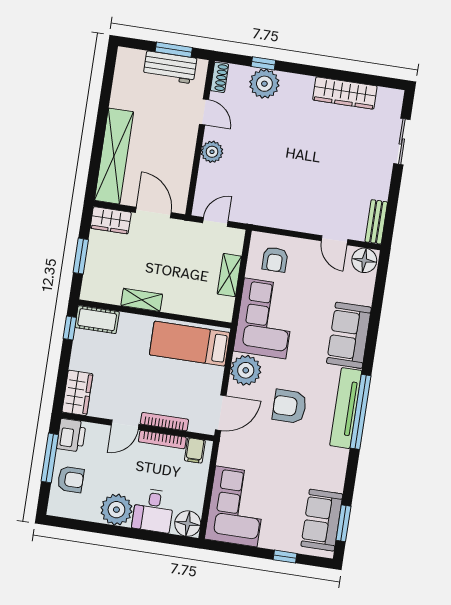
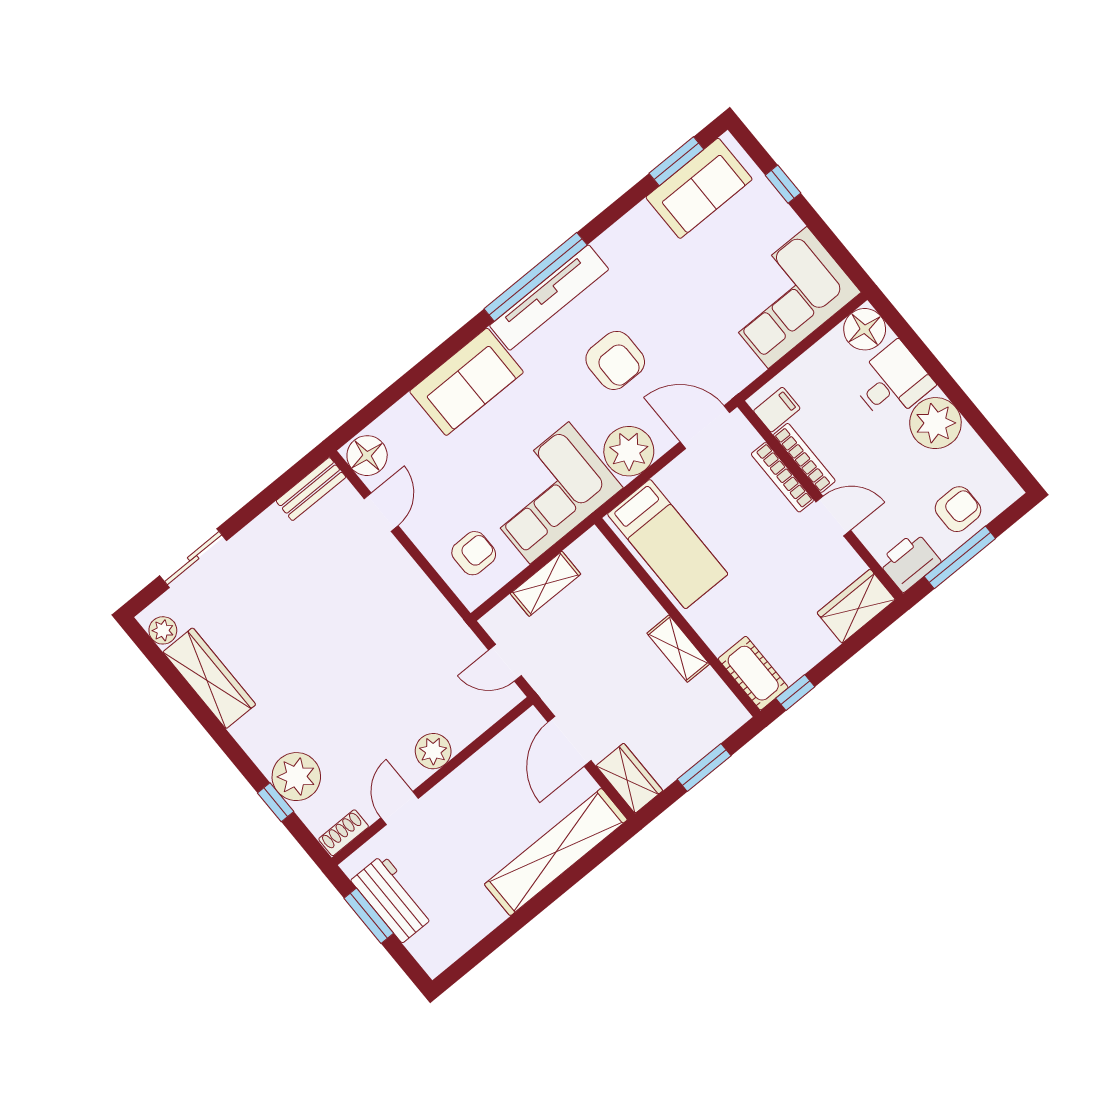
plant: (386, 96) -> (163, 630), added
armchair: (71, 479) -> (958, 509), turned 90

